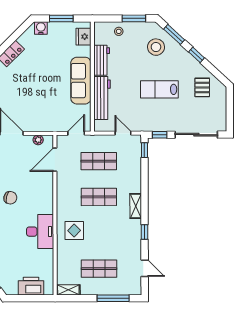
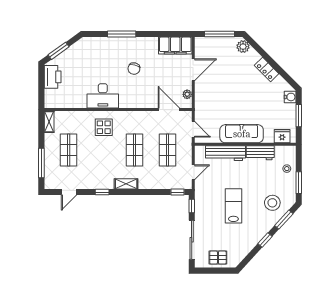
pallet: (202, 87) -> (218, 258), moved
printer: (31, 286) -> (53, 77), moved

